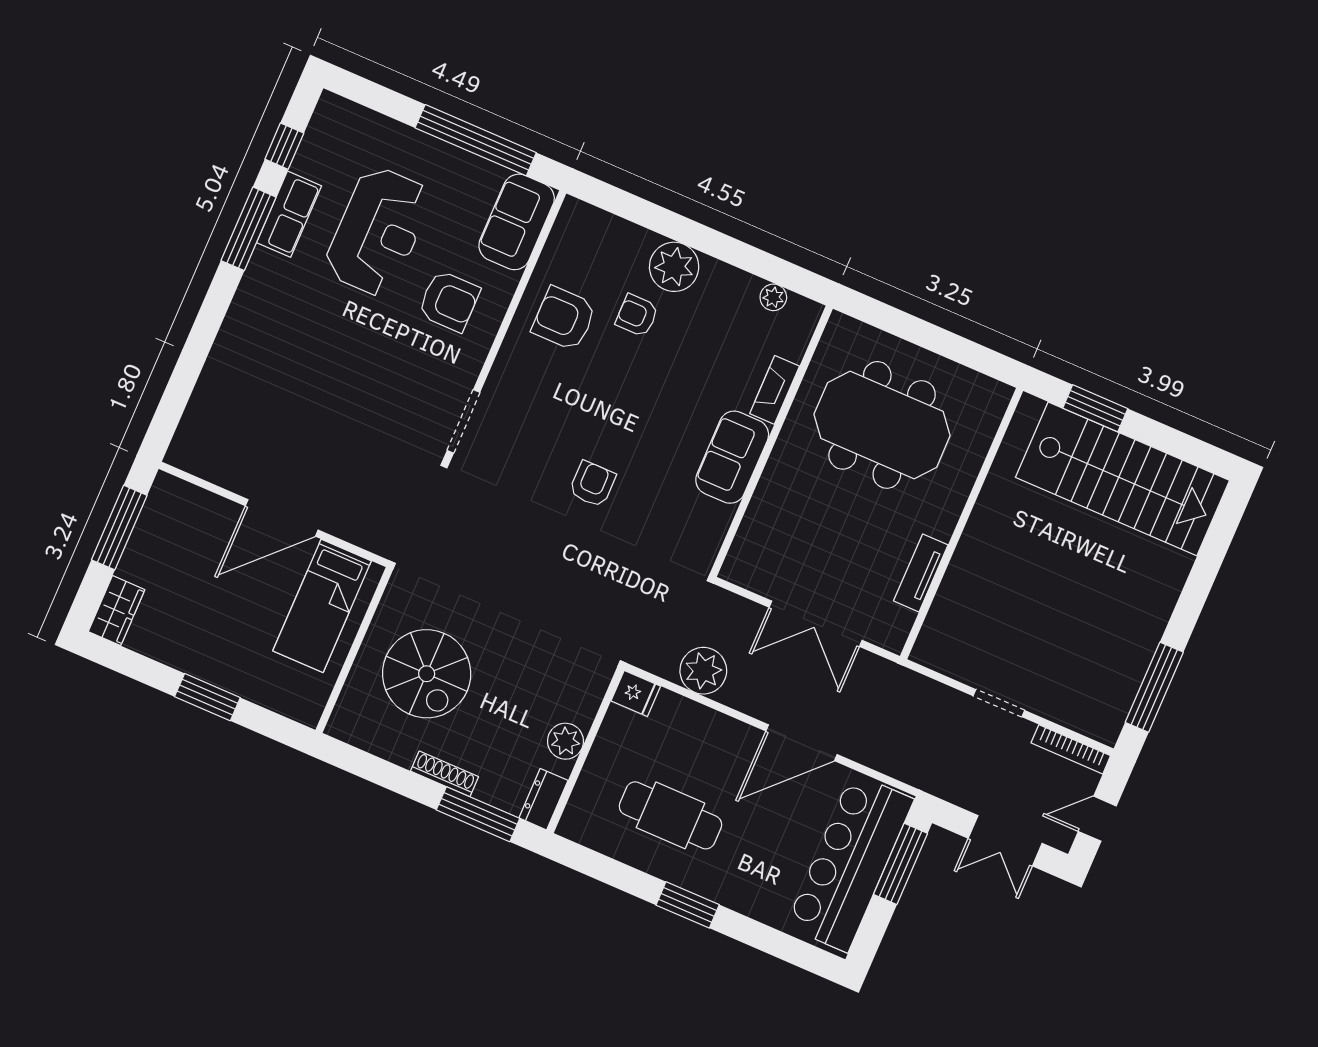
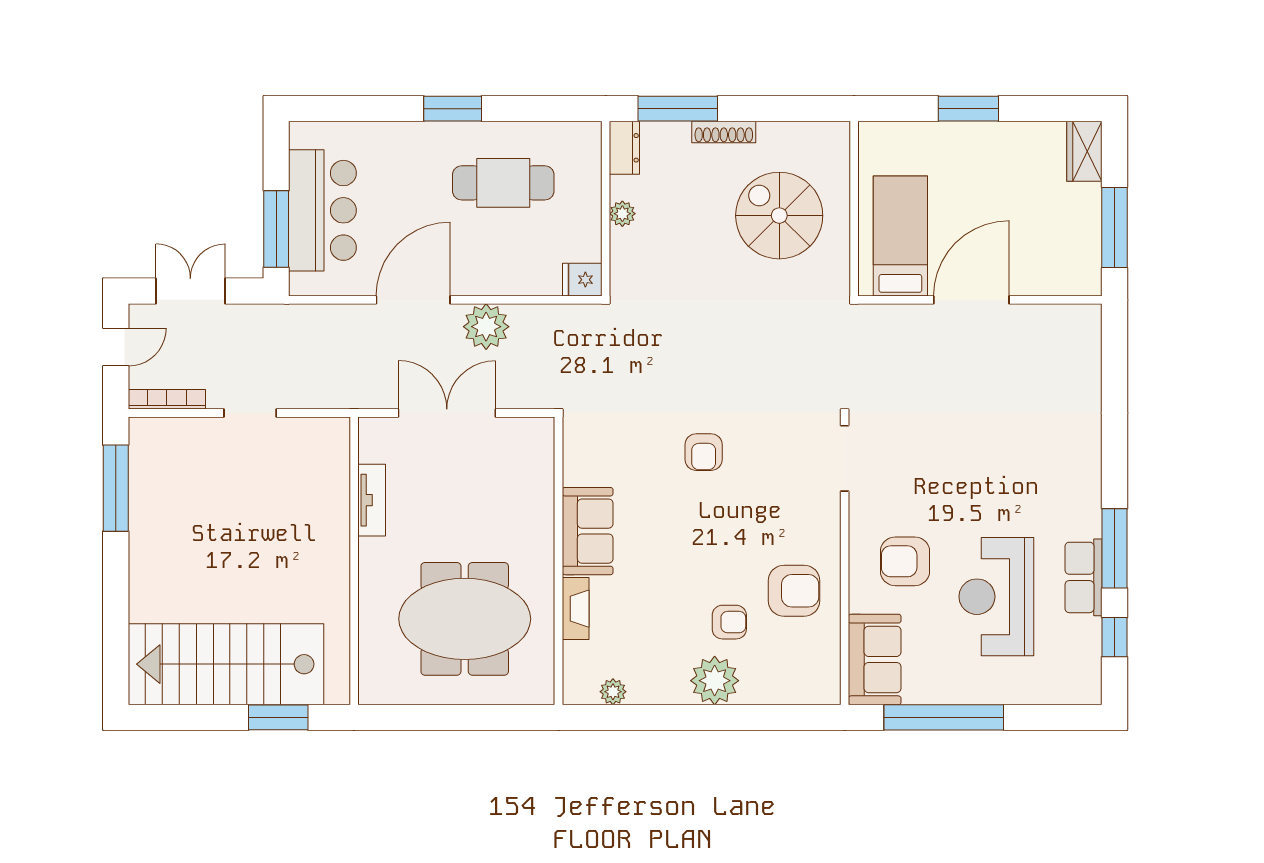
plant: (703, 671) -> (486, 327), moved
plant: (565, 741) -> (622, 214), width x0.73, depth x0.73
bar counter: (850, 863) -> (322, 210), width x0.73

